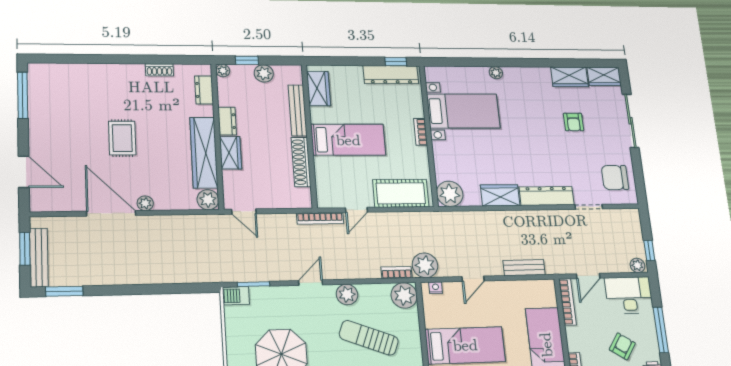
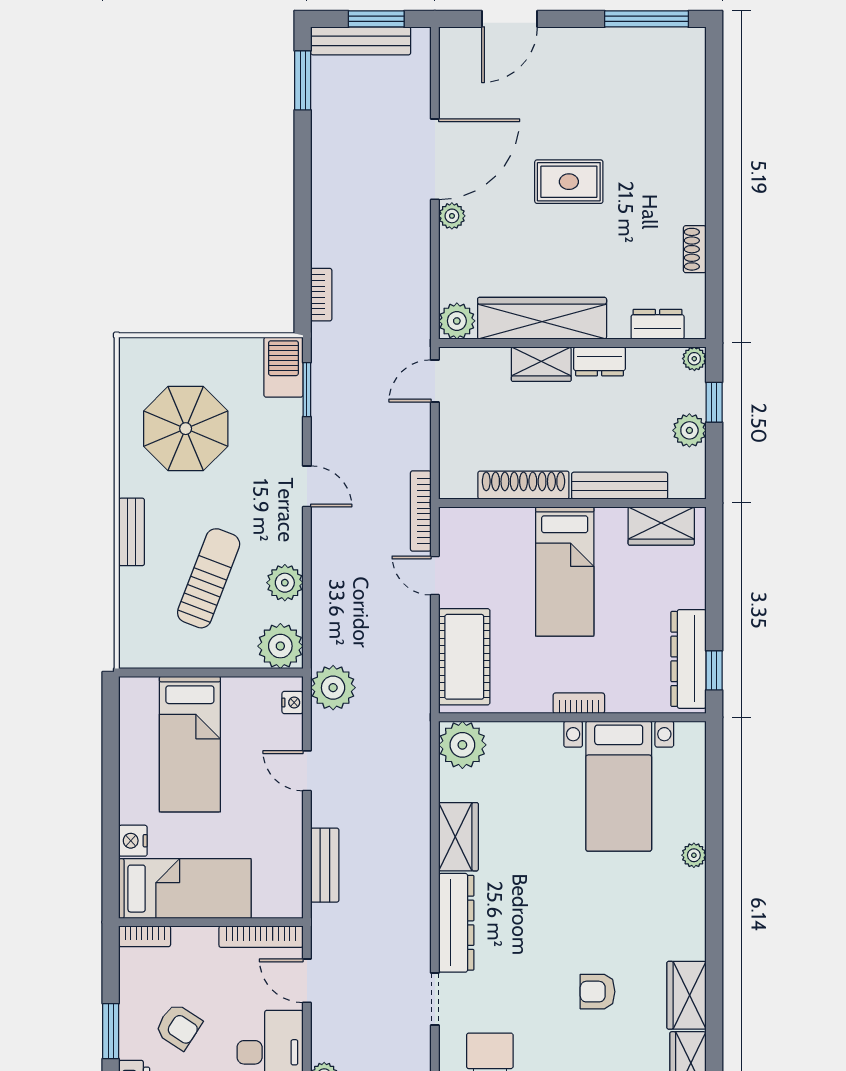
bookcase: (397, 273) -> (321, 295), moved
plant: (347, 294) -> (285, 583), moved
barbecue: (236, 296) -> (283, 367), width x1.38, depth x1.27

